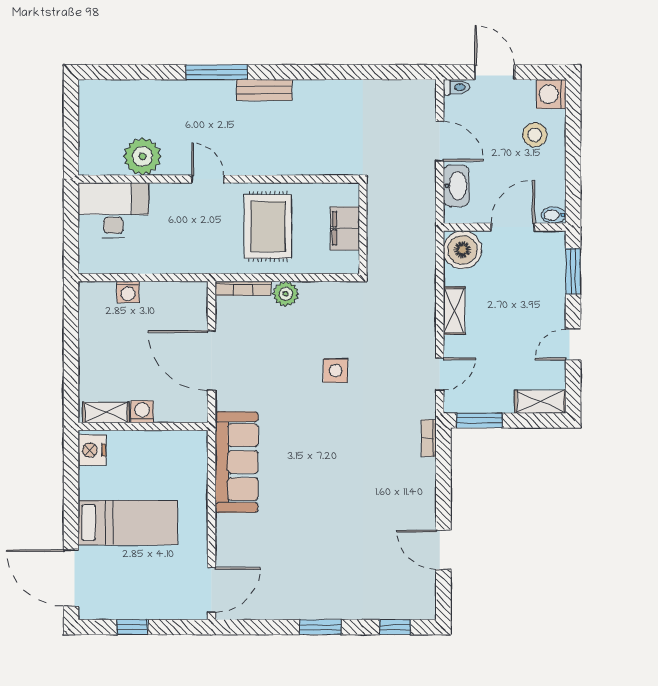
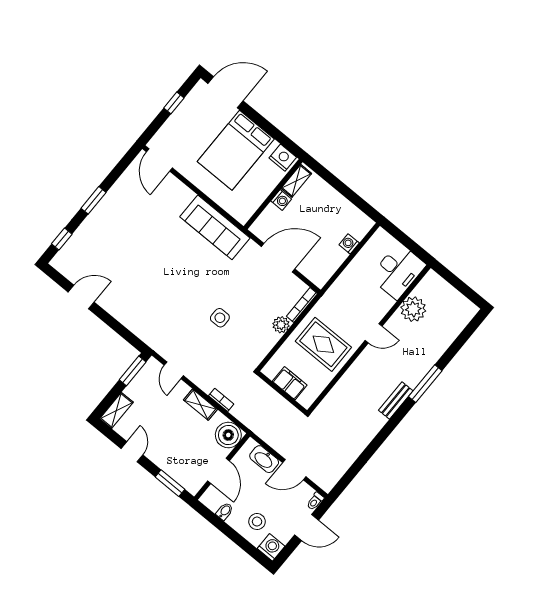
bidet: (554, 215) -> (225, 511), moved
bookcase: (429, 438) -> (221, 400), moved
bed: (128, 522) -> (236, 150), width x1.50

